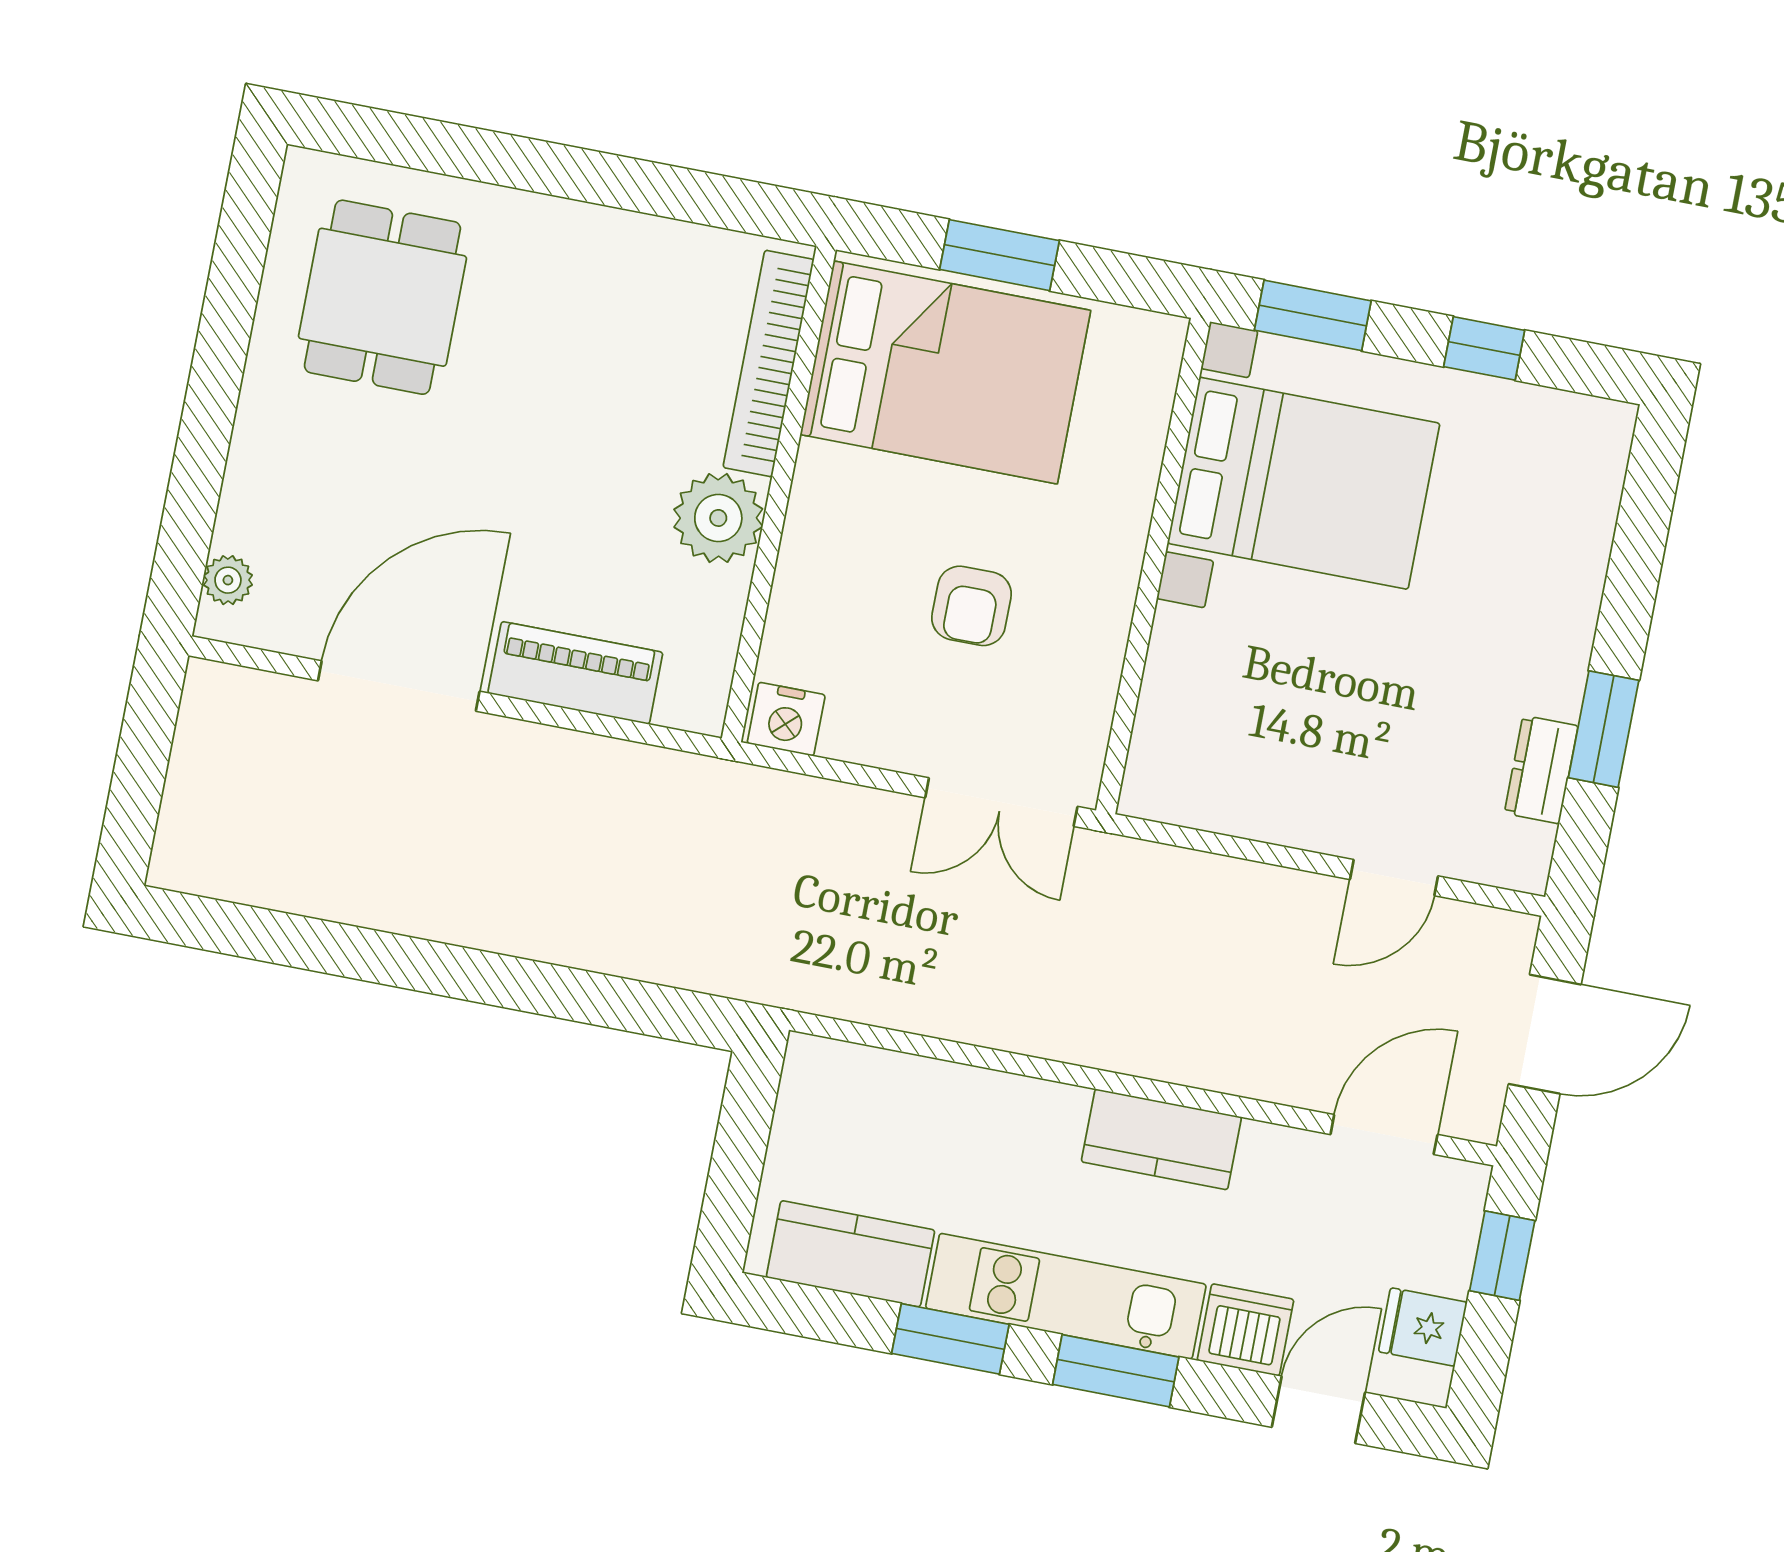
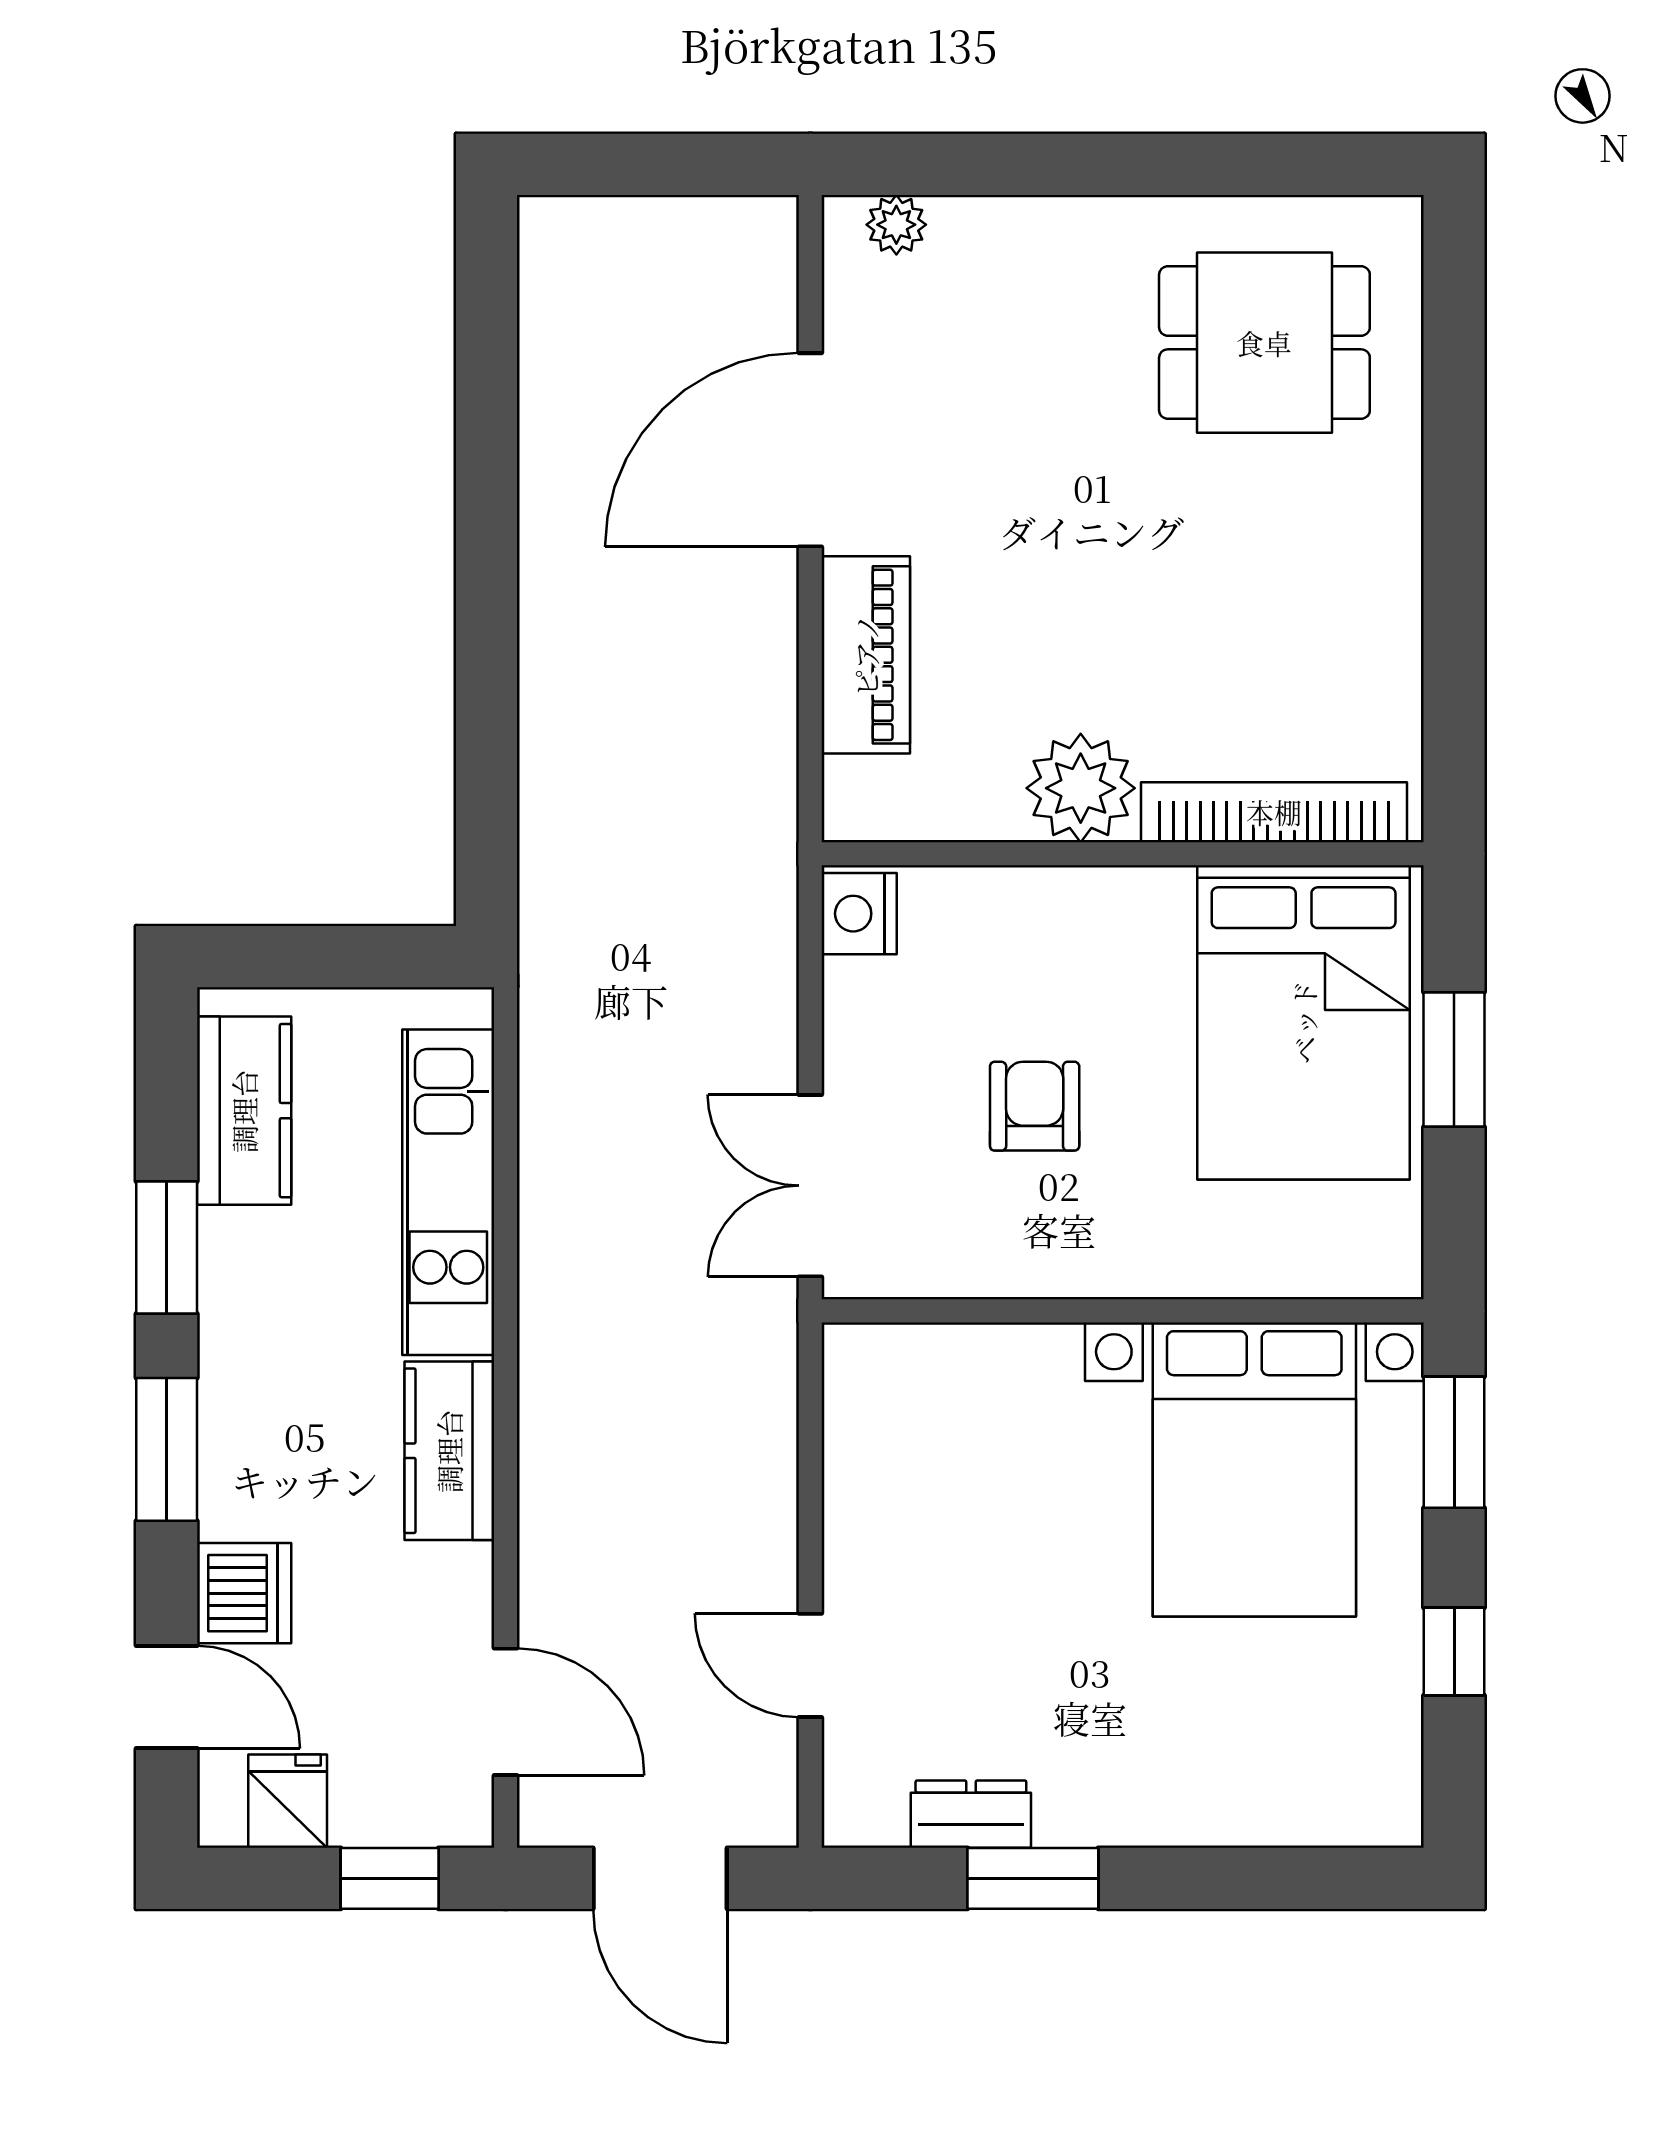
armchair: (972, 606) -> (1035, 1106), turned 90
door: (399, 686) -> (810, 450), swing flipped
kitchen unit: (1066, 1296) -> (448, 1192), moved, turned 180

